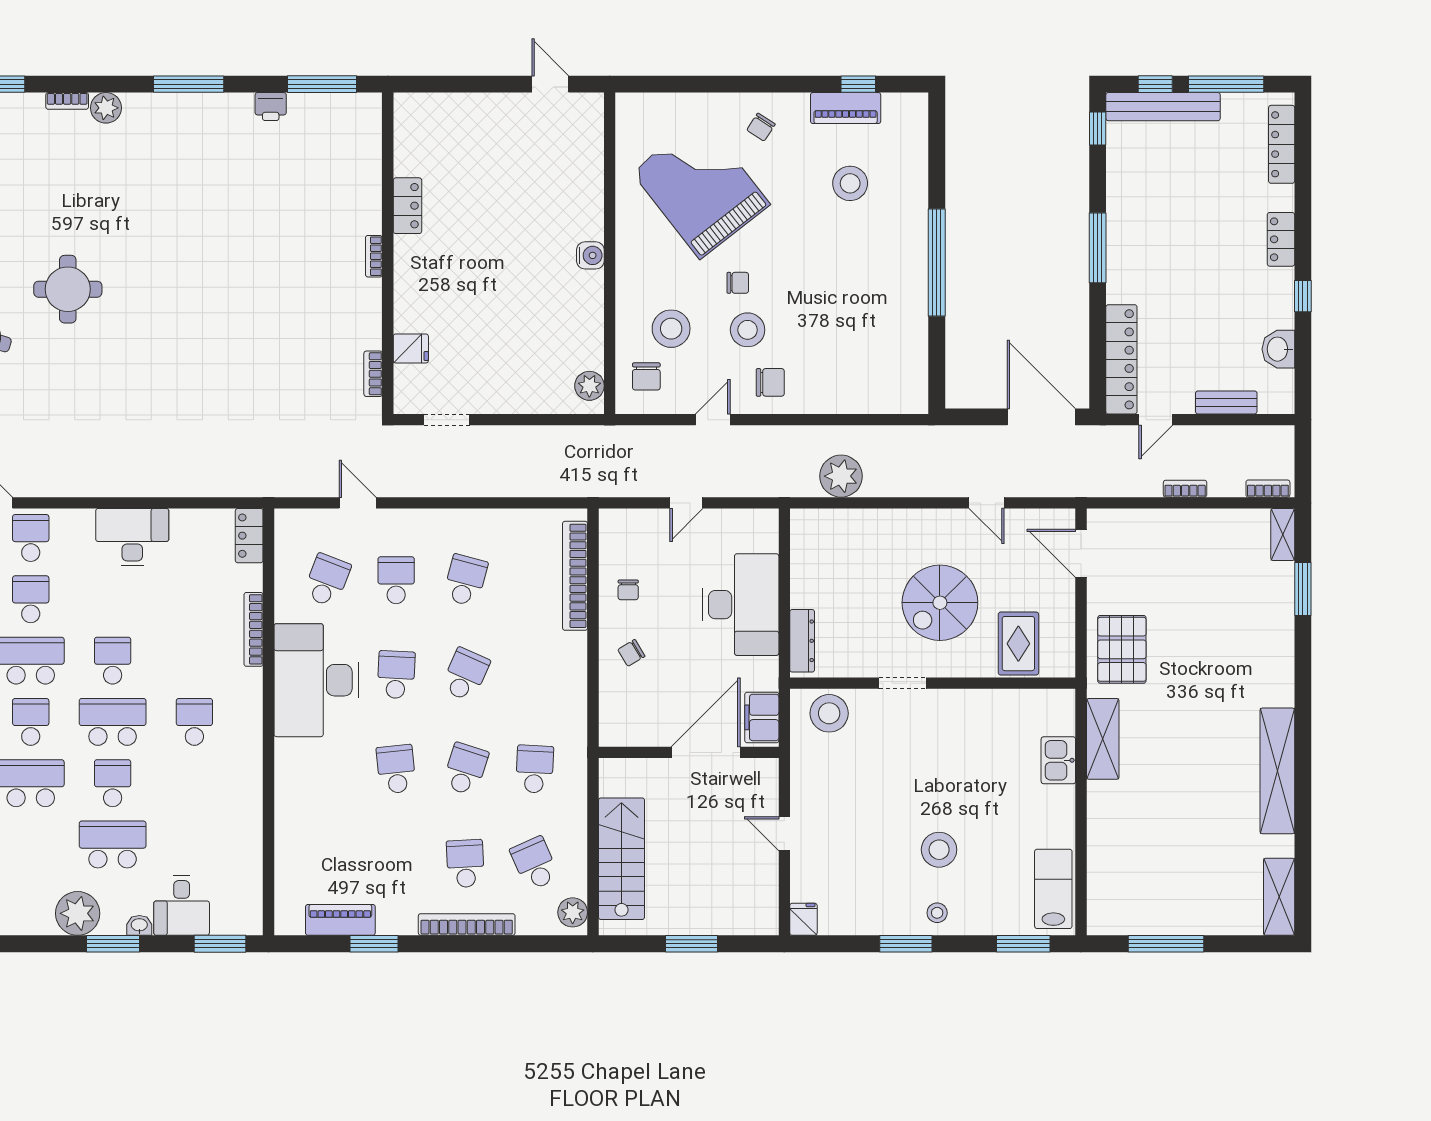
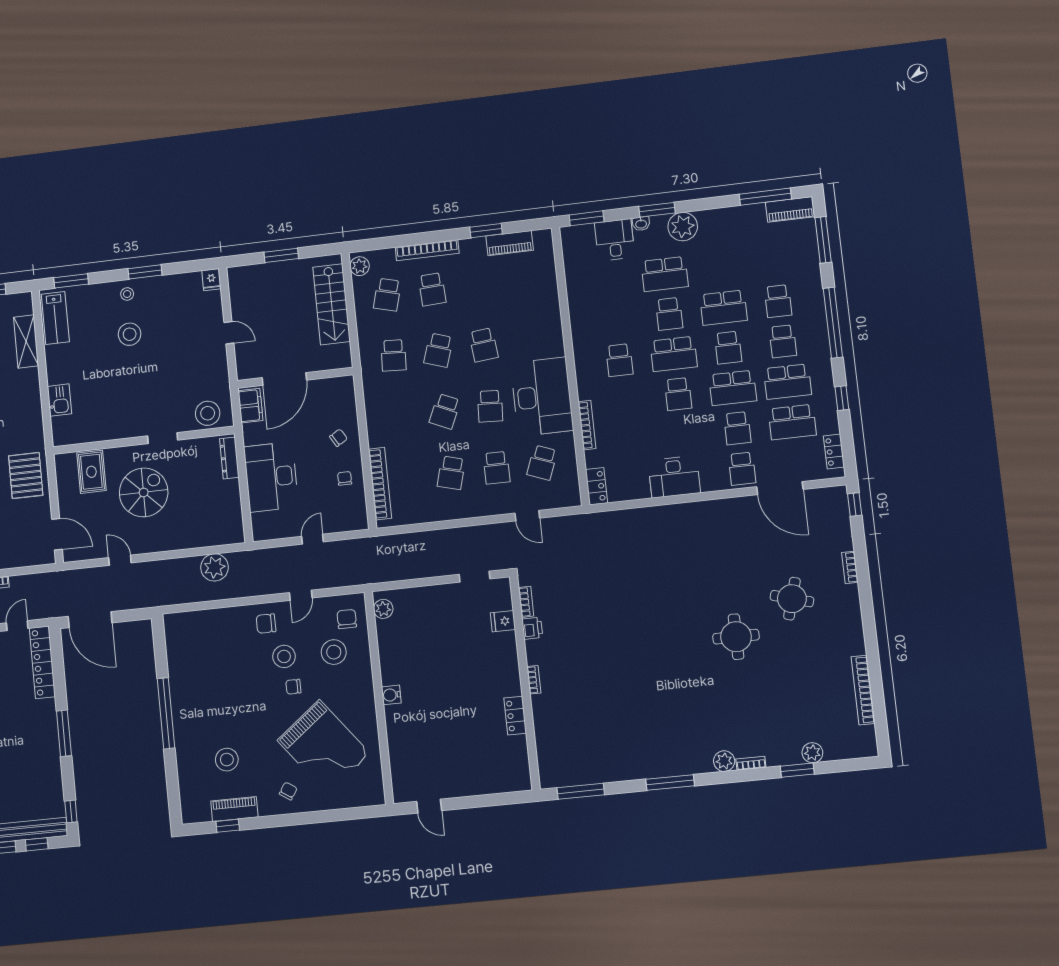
printer: (271, 107) -> (532, 628), moved, turned 90
shelving: (1103, 739) -> (26, 341), moved
school desk: (535, 863) -> (387, 295), turned 39

